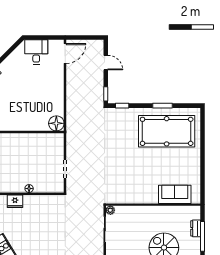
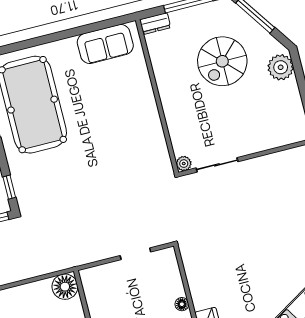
sofa: (175, 194) -> (105, 44), moved, turned -90
dresser: (196, 228) -> (155, 24), moved

